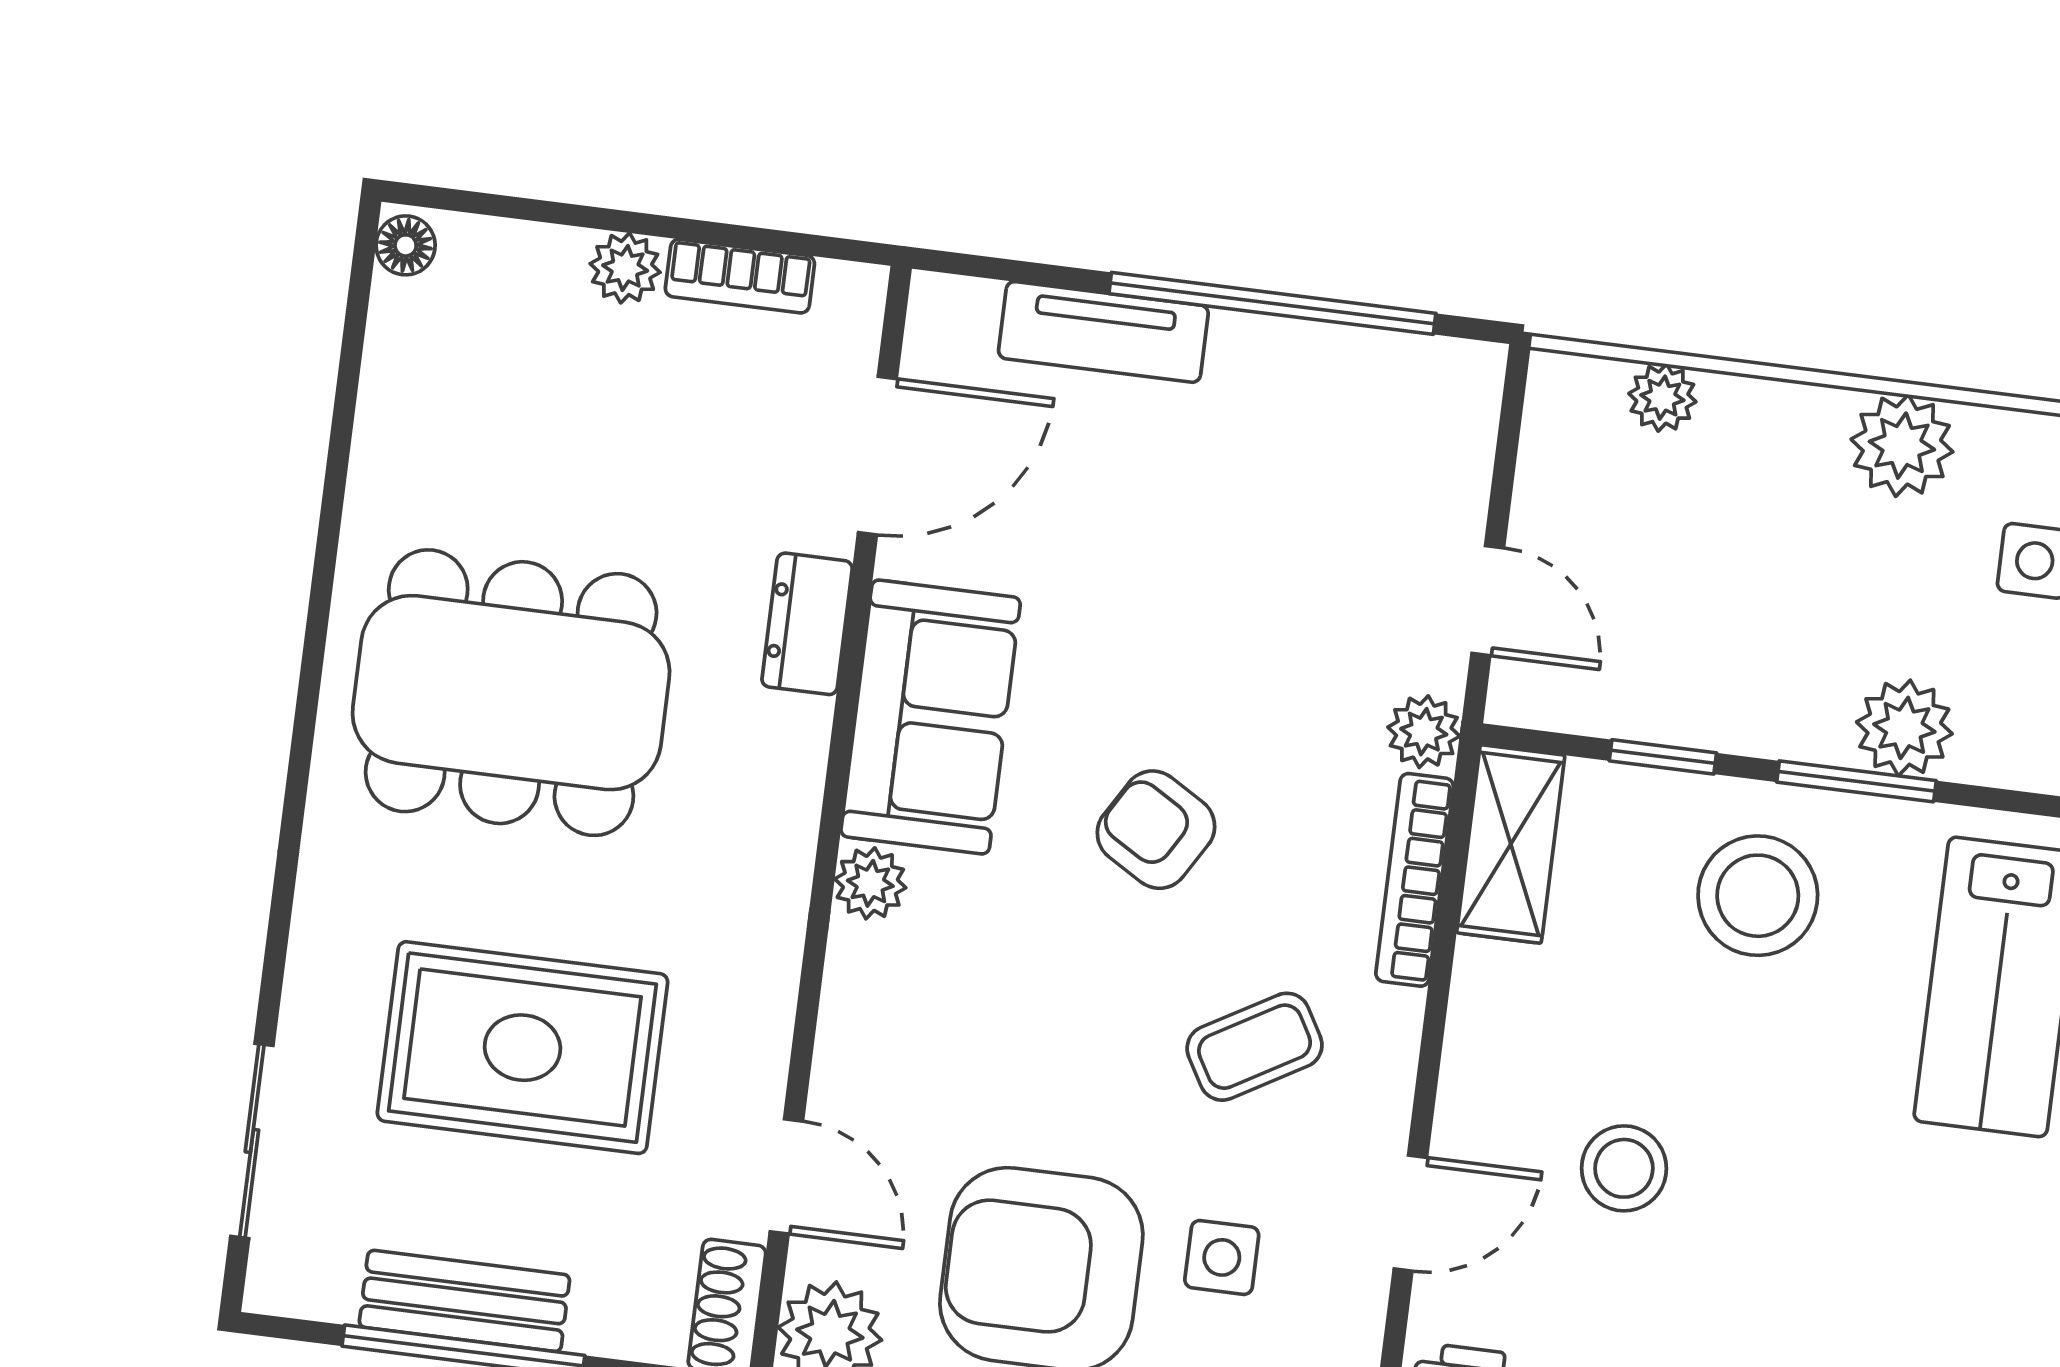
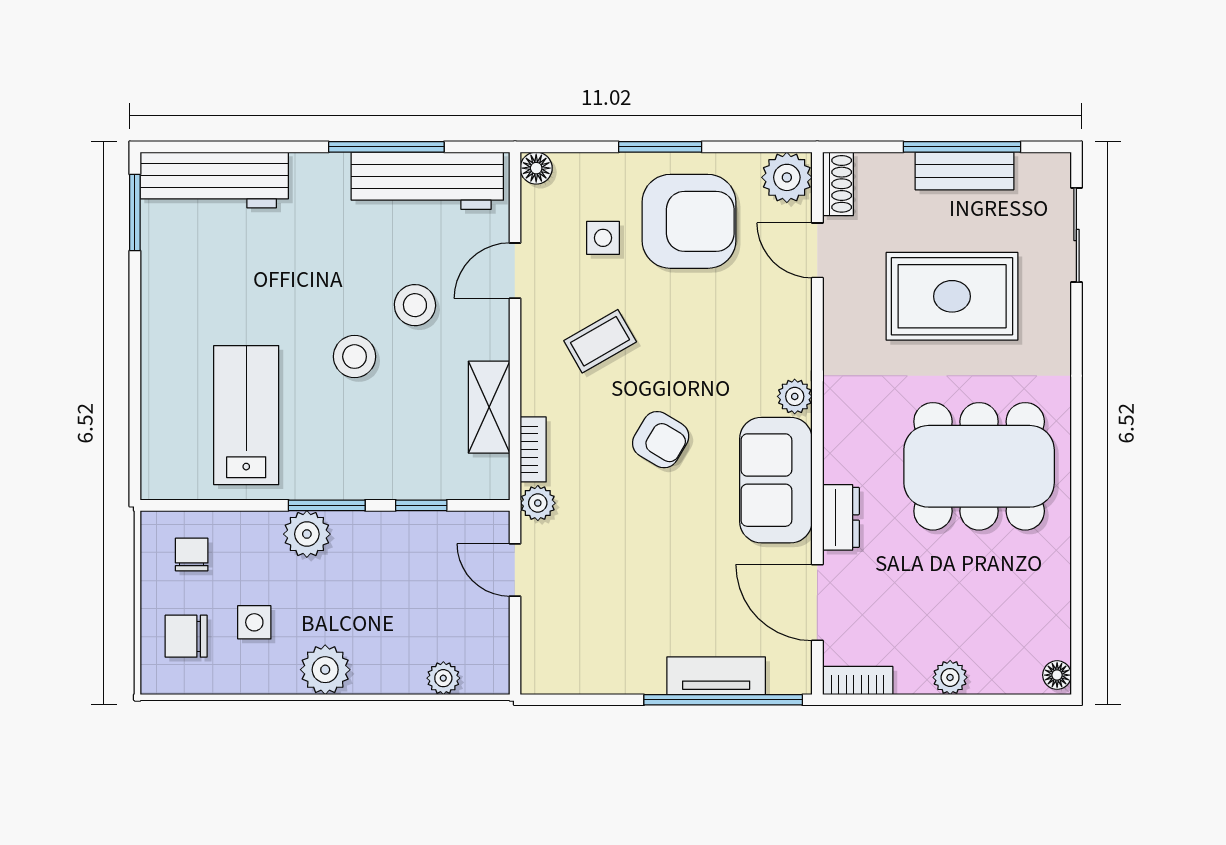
bookcase: (740, 276) -> (858, 681), moved
window: (1272, 303) -> (723, 700), moved
door: (877, 456) -> (817, 603), hinge flipped
shelving: (1511, 844) -> (489, 407), moved
bookcase: (1415, 880) -> (533, 449), width x0.64
stool: (1758, 896) -> (355, 357), moved, width x0.73, depth x0.73

